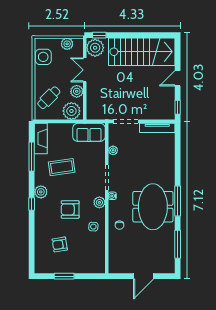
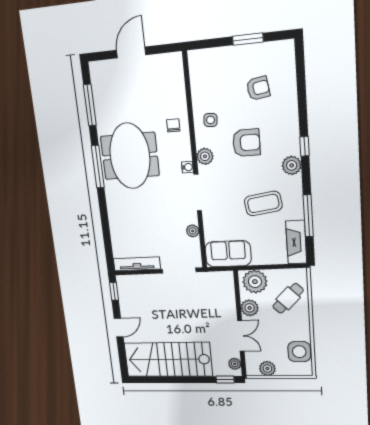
plant: (95, 48) -> (235, 364), width x0.53, depth x0.53

